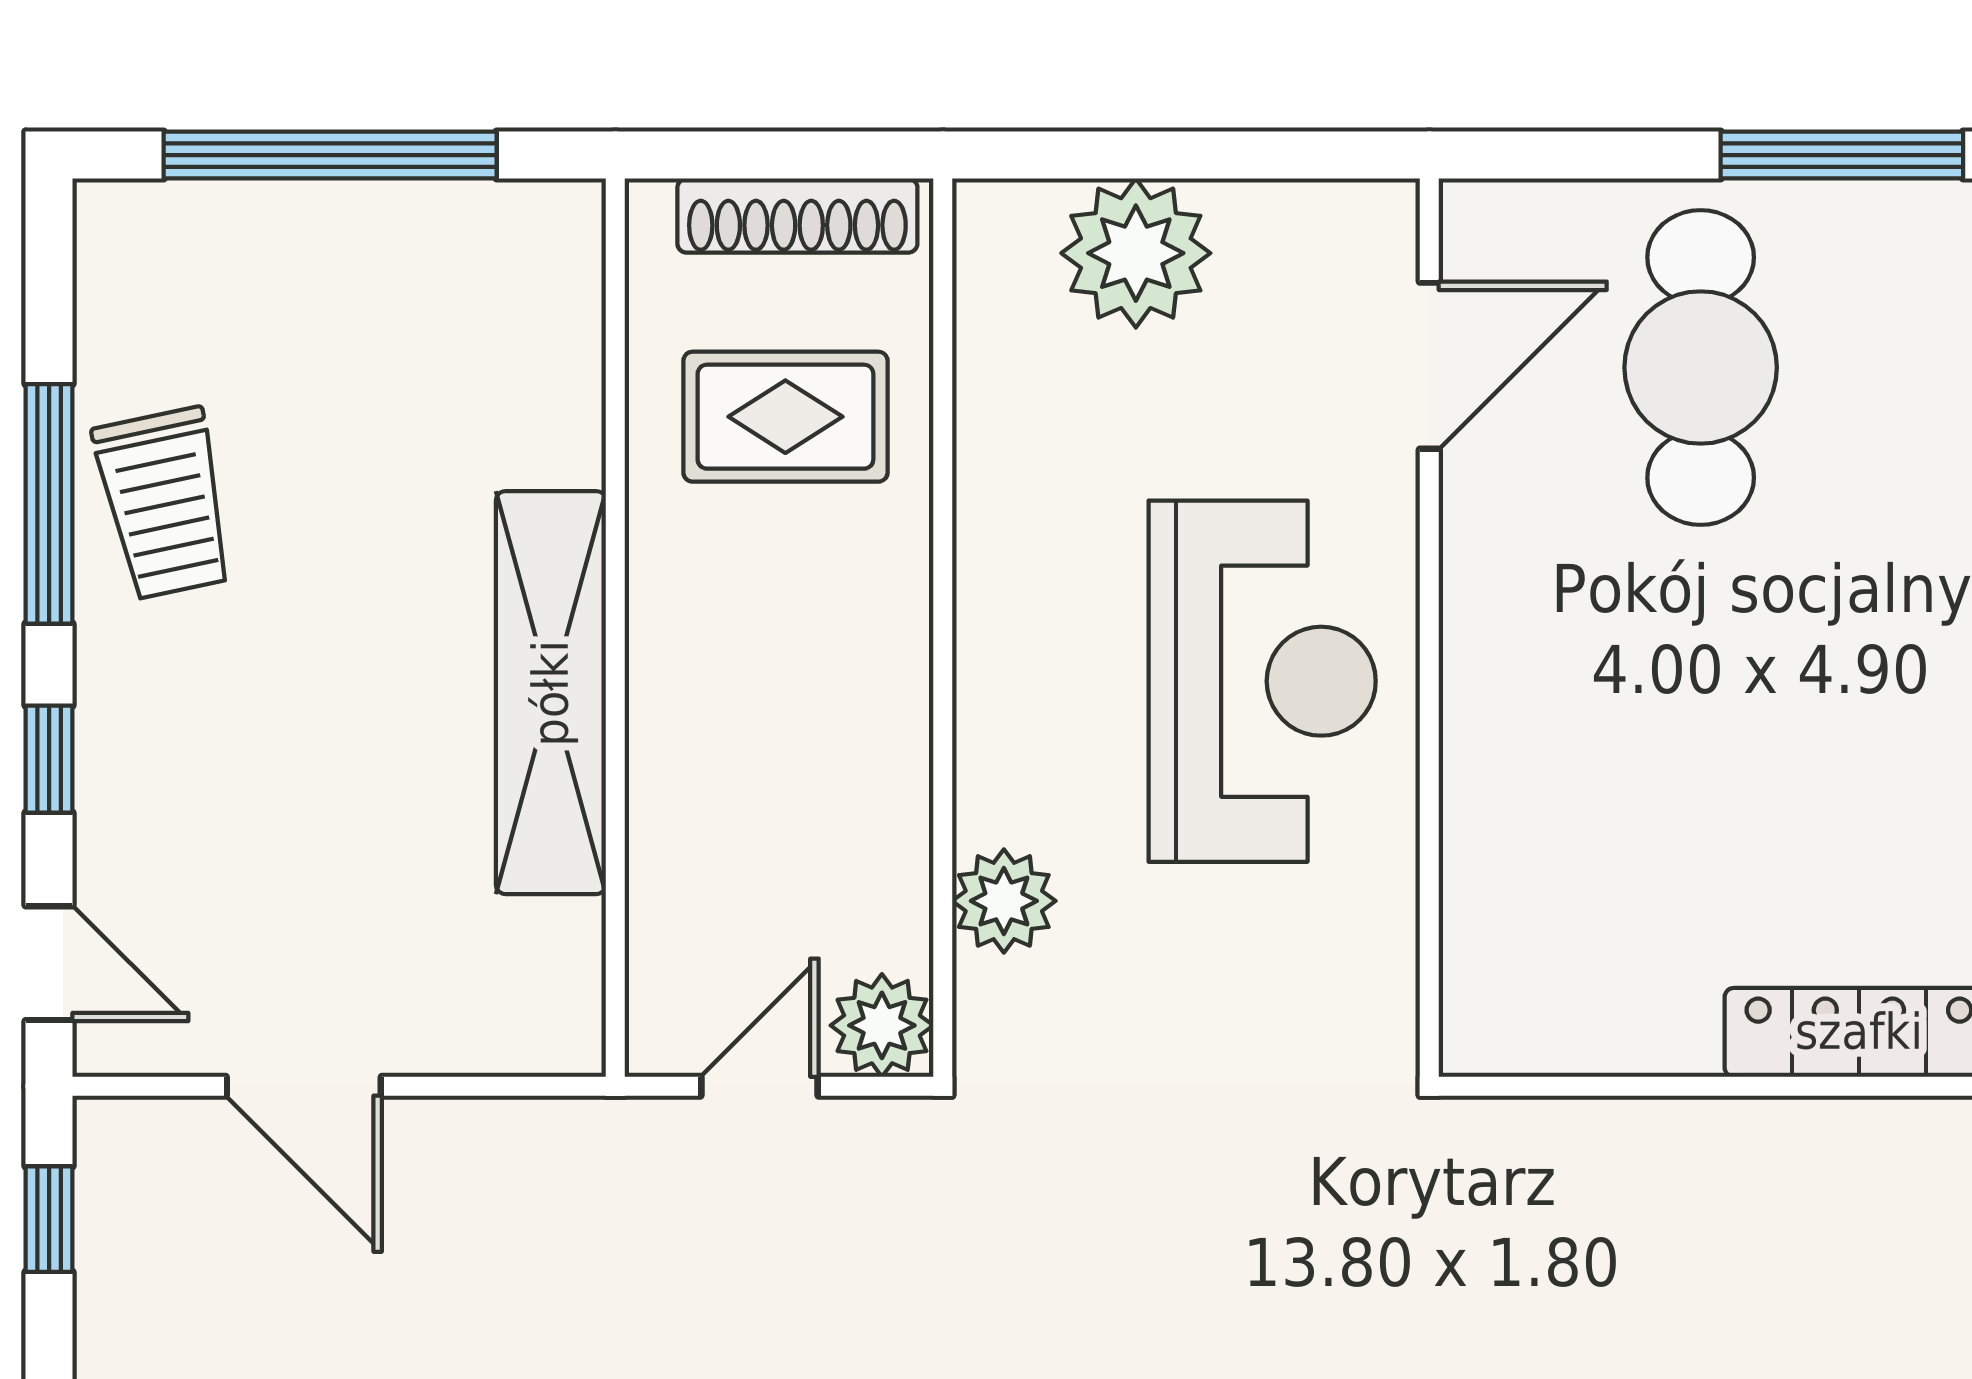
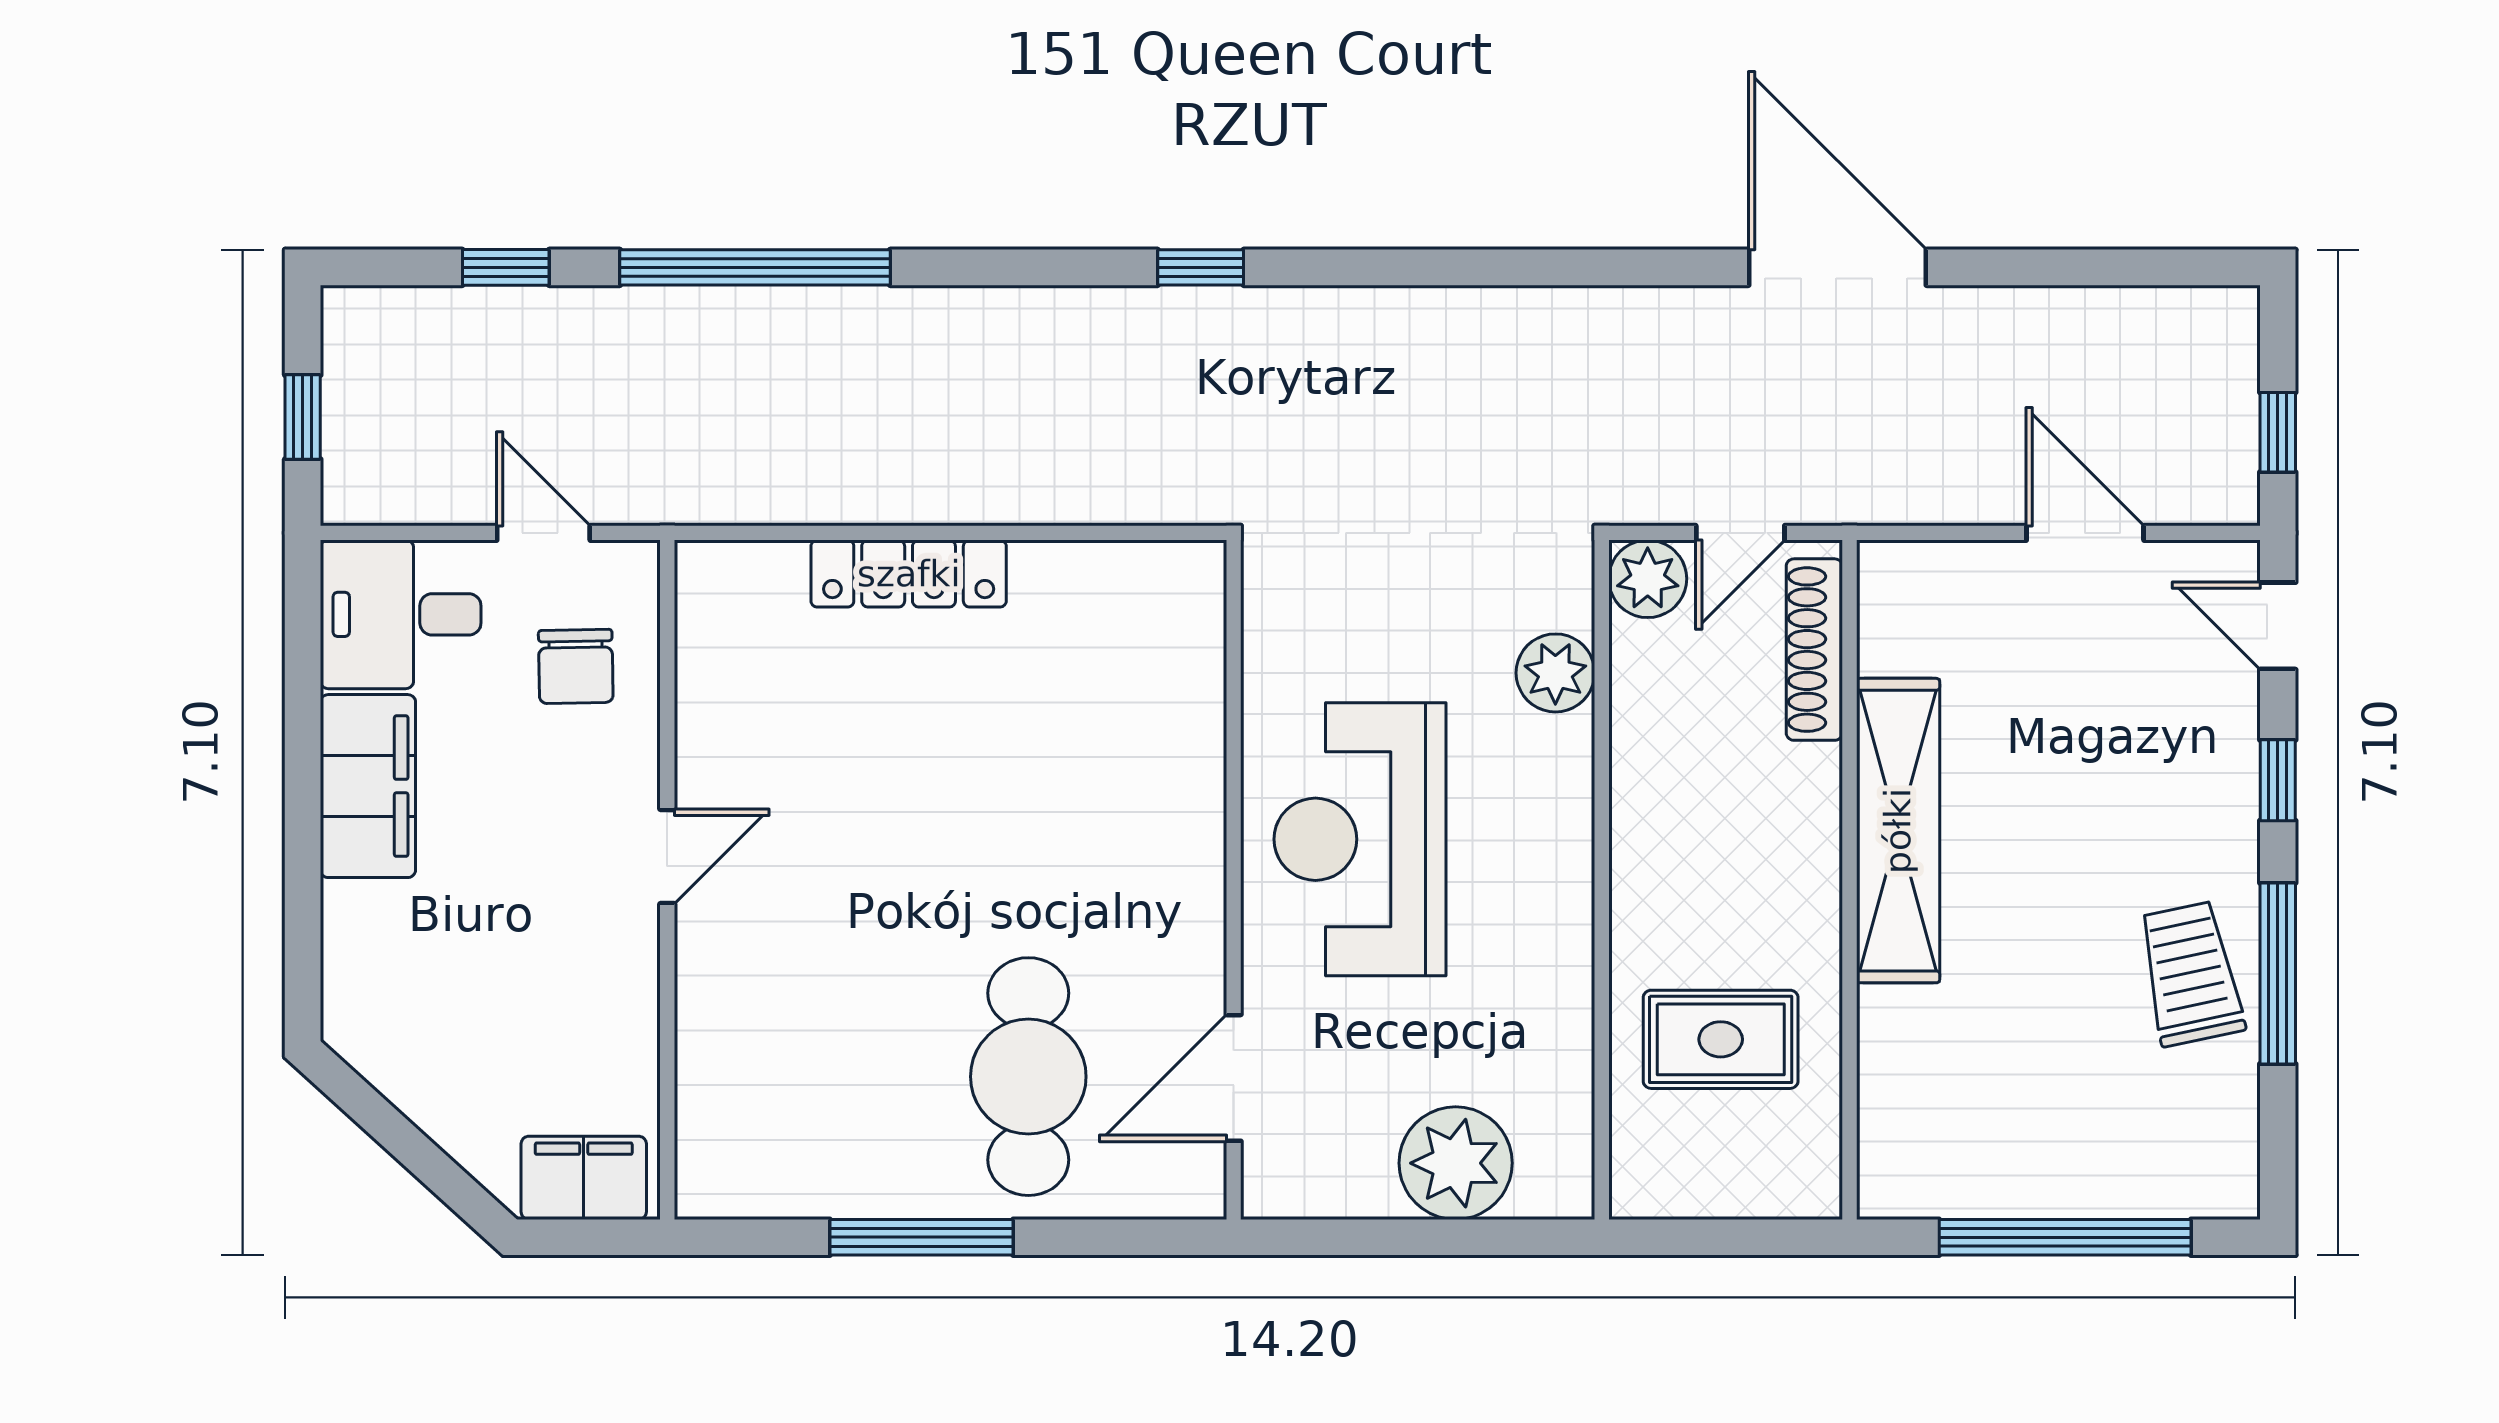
shoe rack: (797, 216) -> (1814, 650), moved, turned -90

